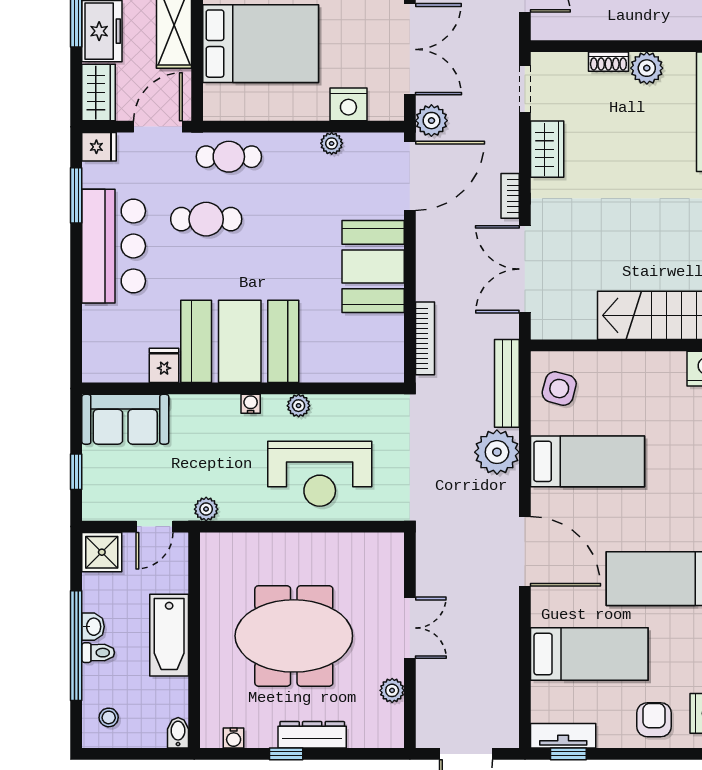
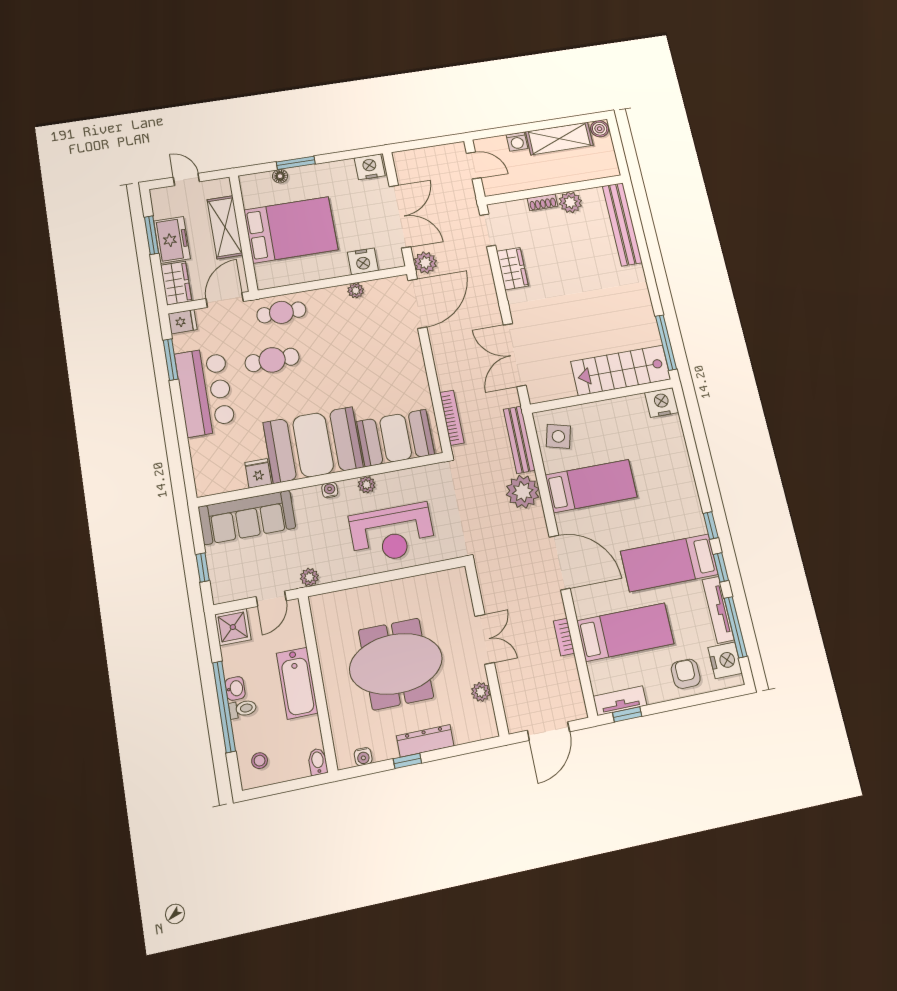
bookcase: (510, 196) -> (564, 637), moved
booth: (373, 266) -> (396, 438), moved, turned 90
sofa: (125, 419) -> (247, 517), width x1.36

